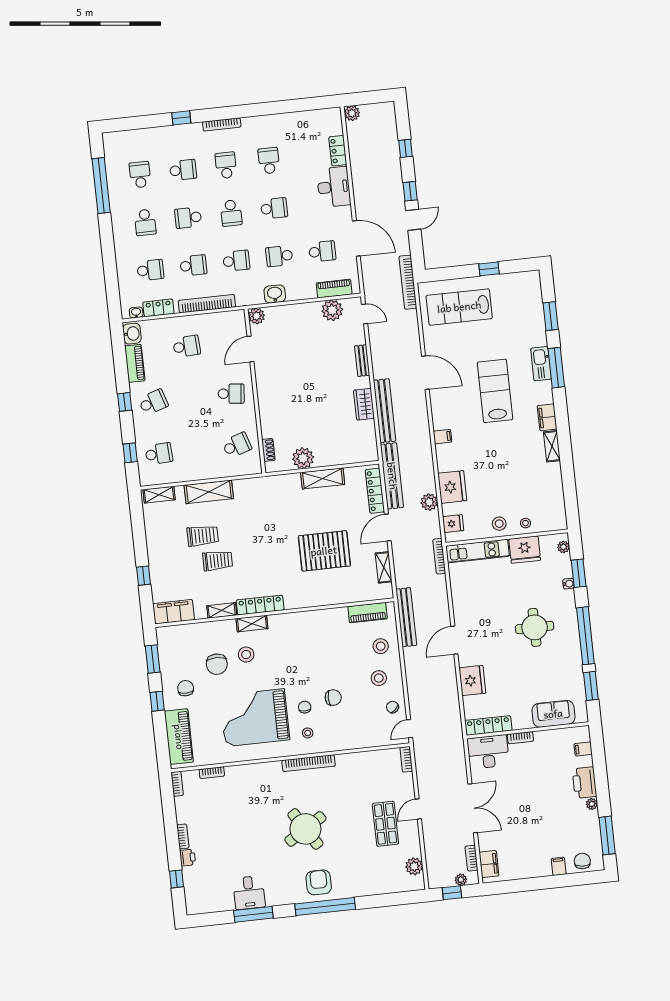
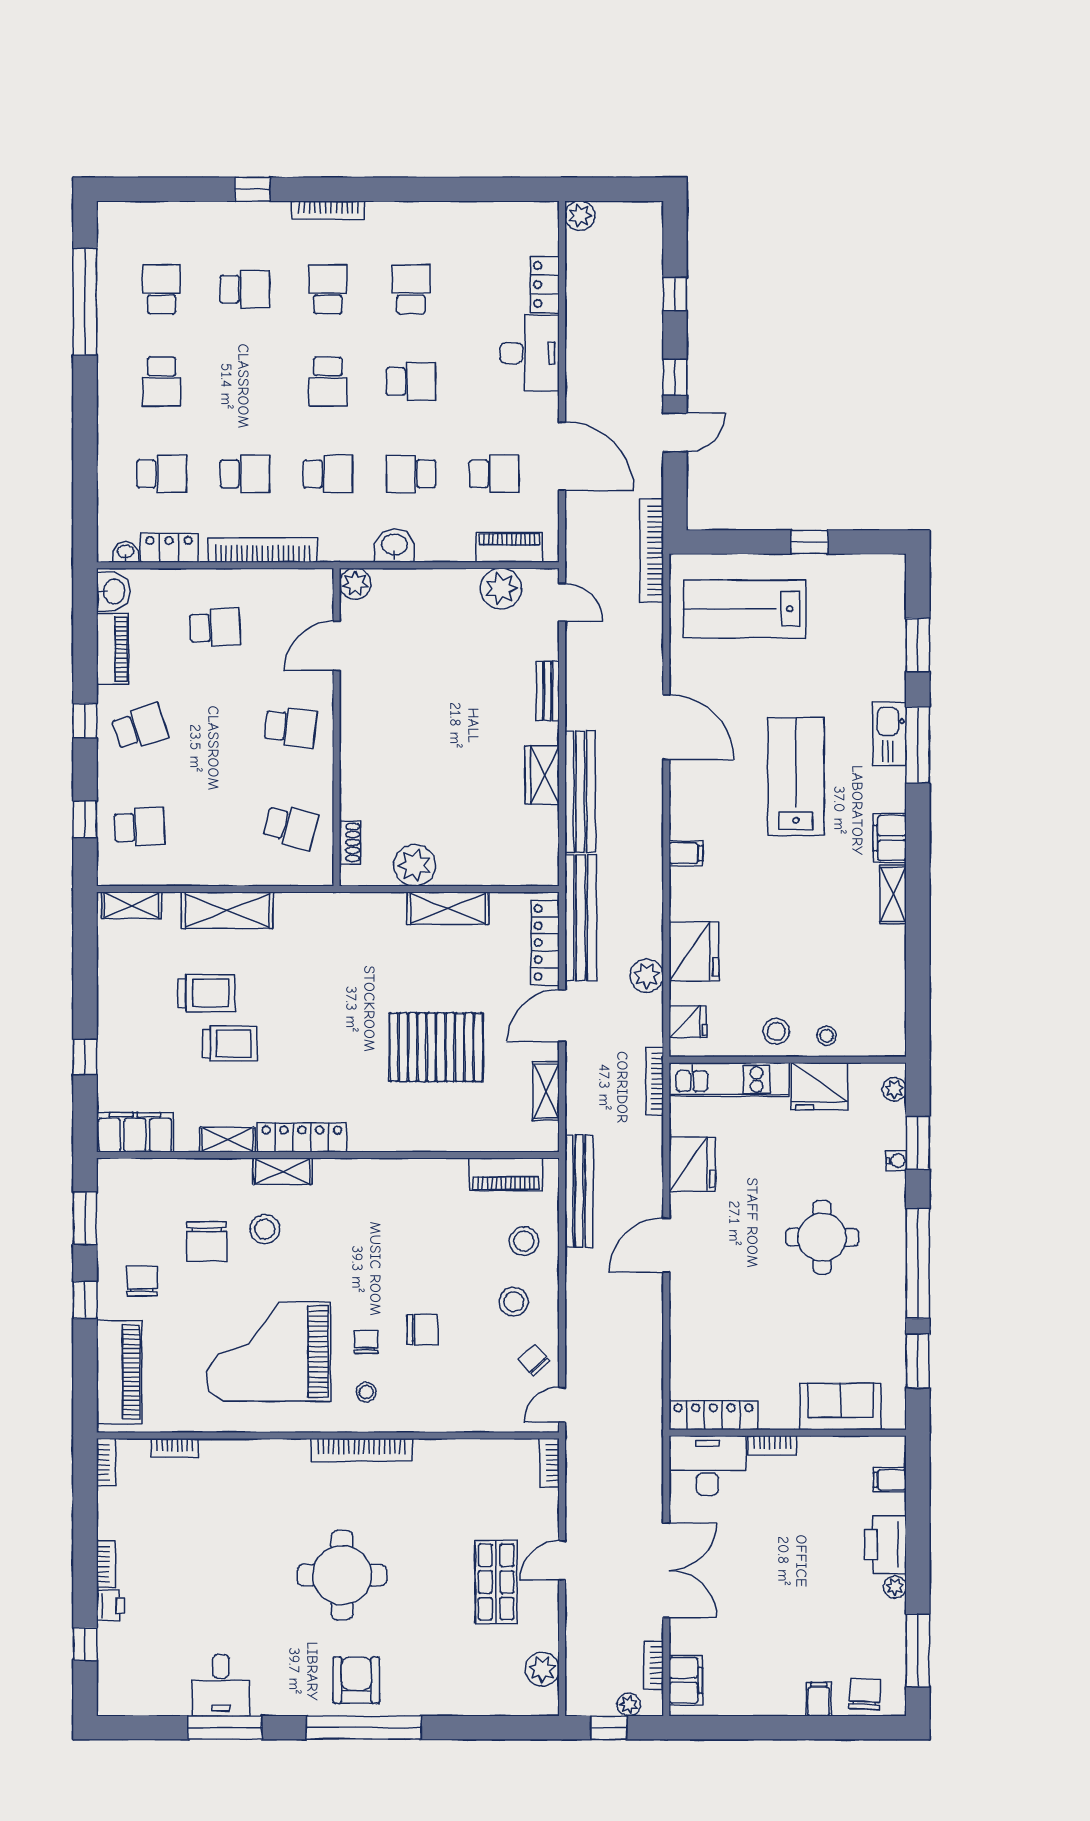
school desk: (188, 218) -> (245, 382), removed
school desk: (237, 445) -> (291, 827), turned 33
fridge: (472, 681) -> (692, 1164), moved
round table: (305, 829) -> (342, 1575), turned 32

